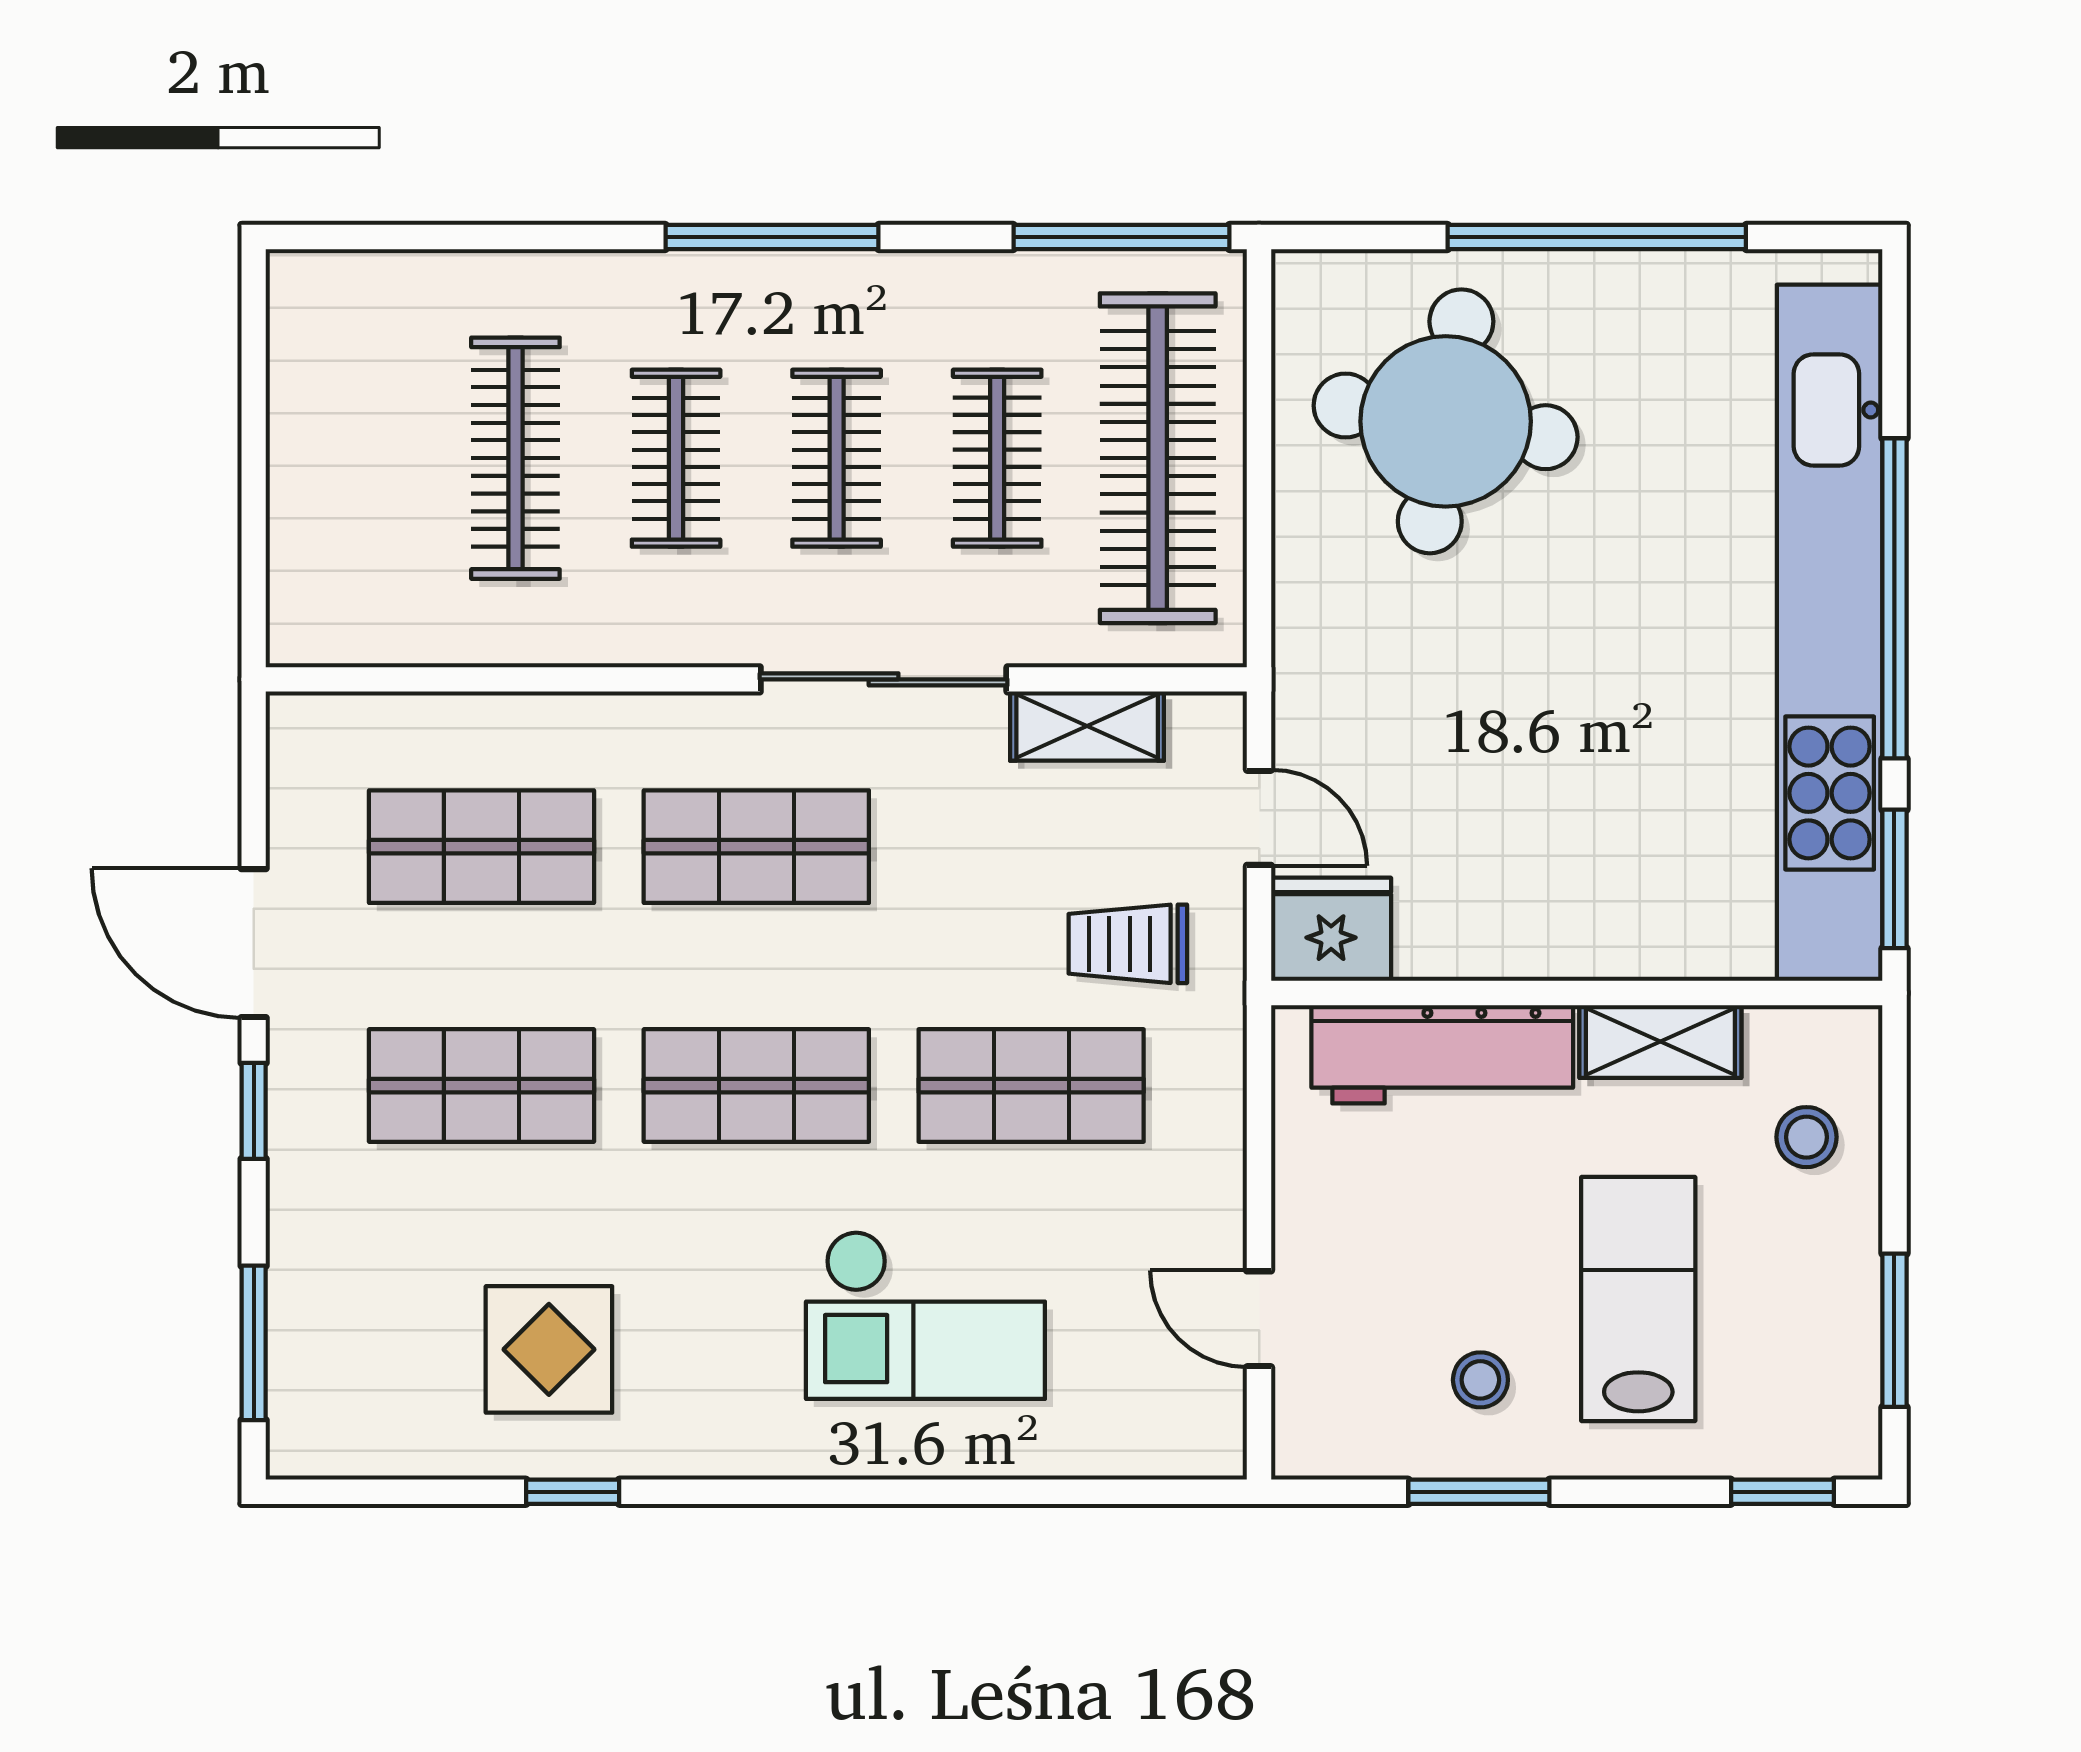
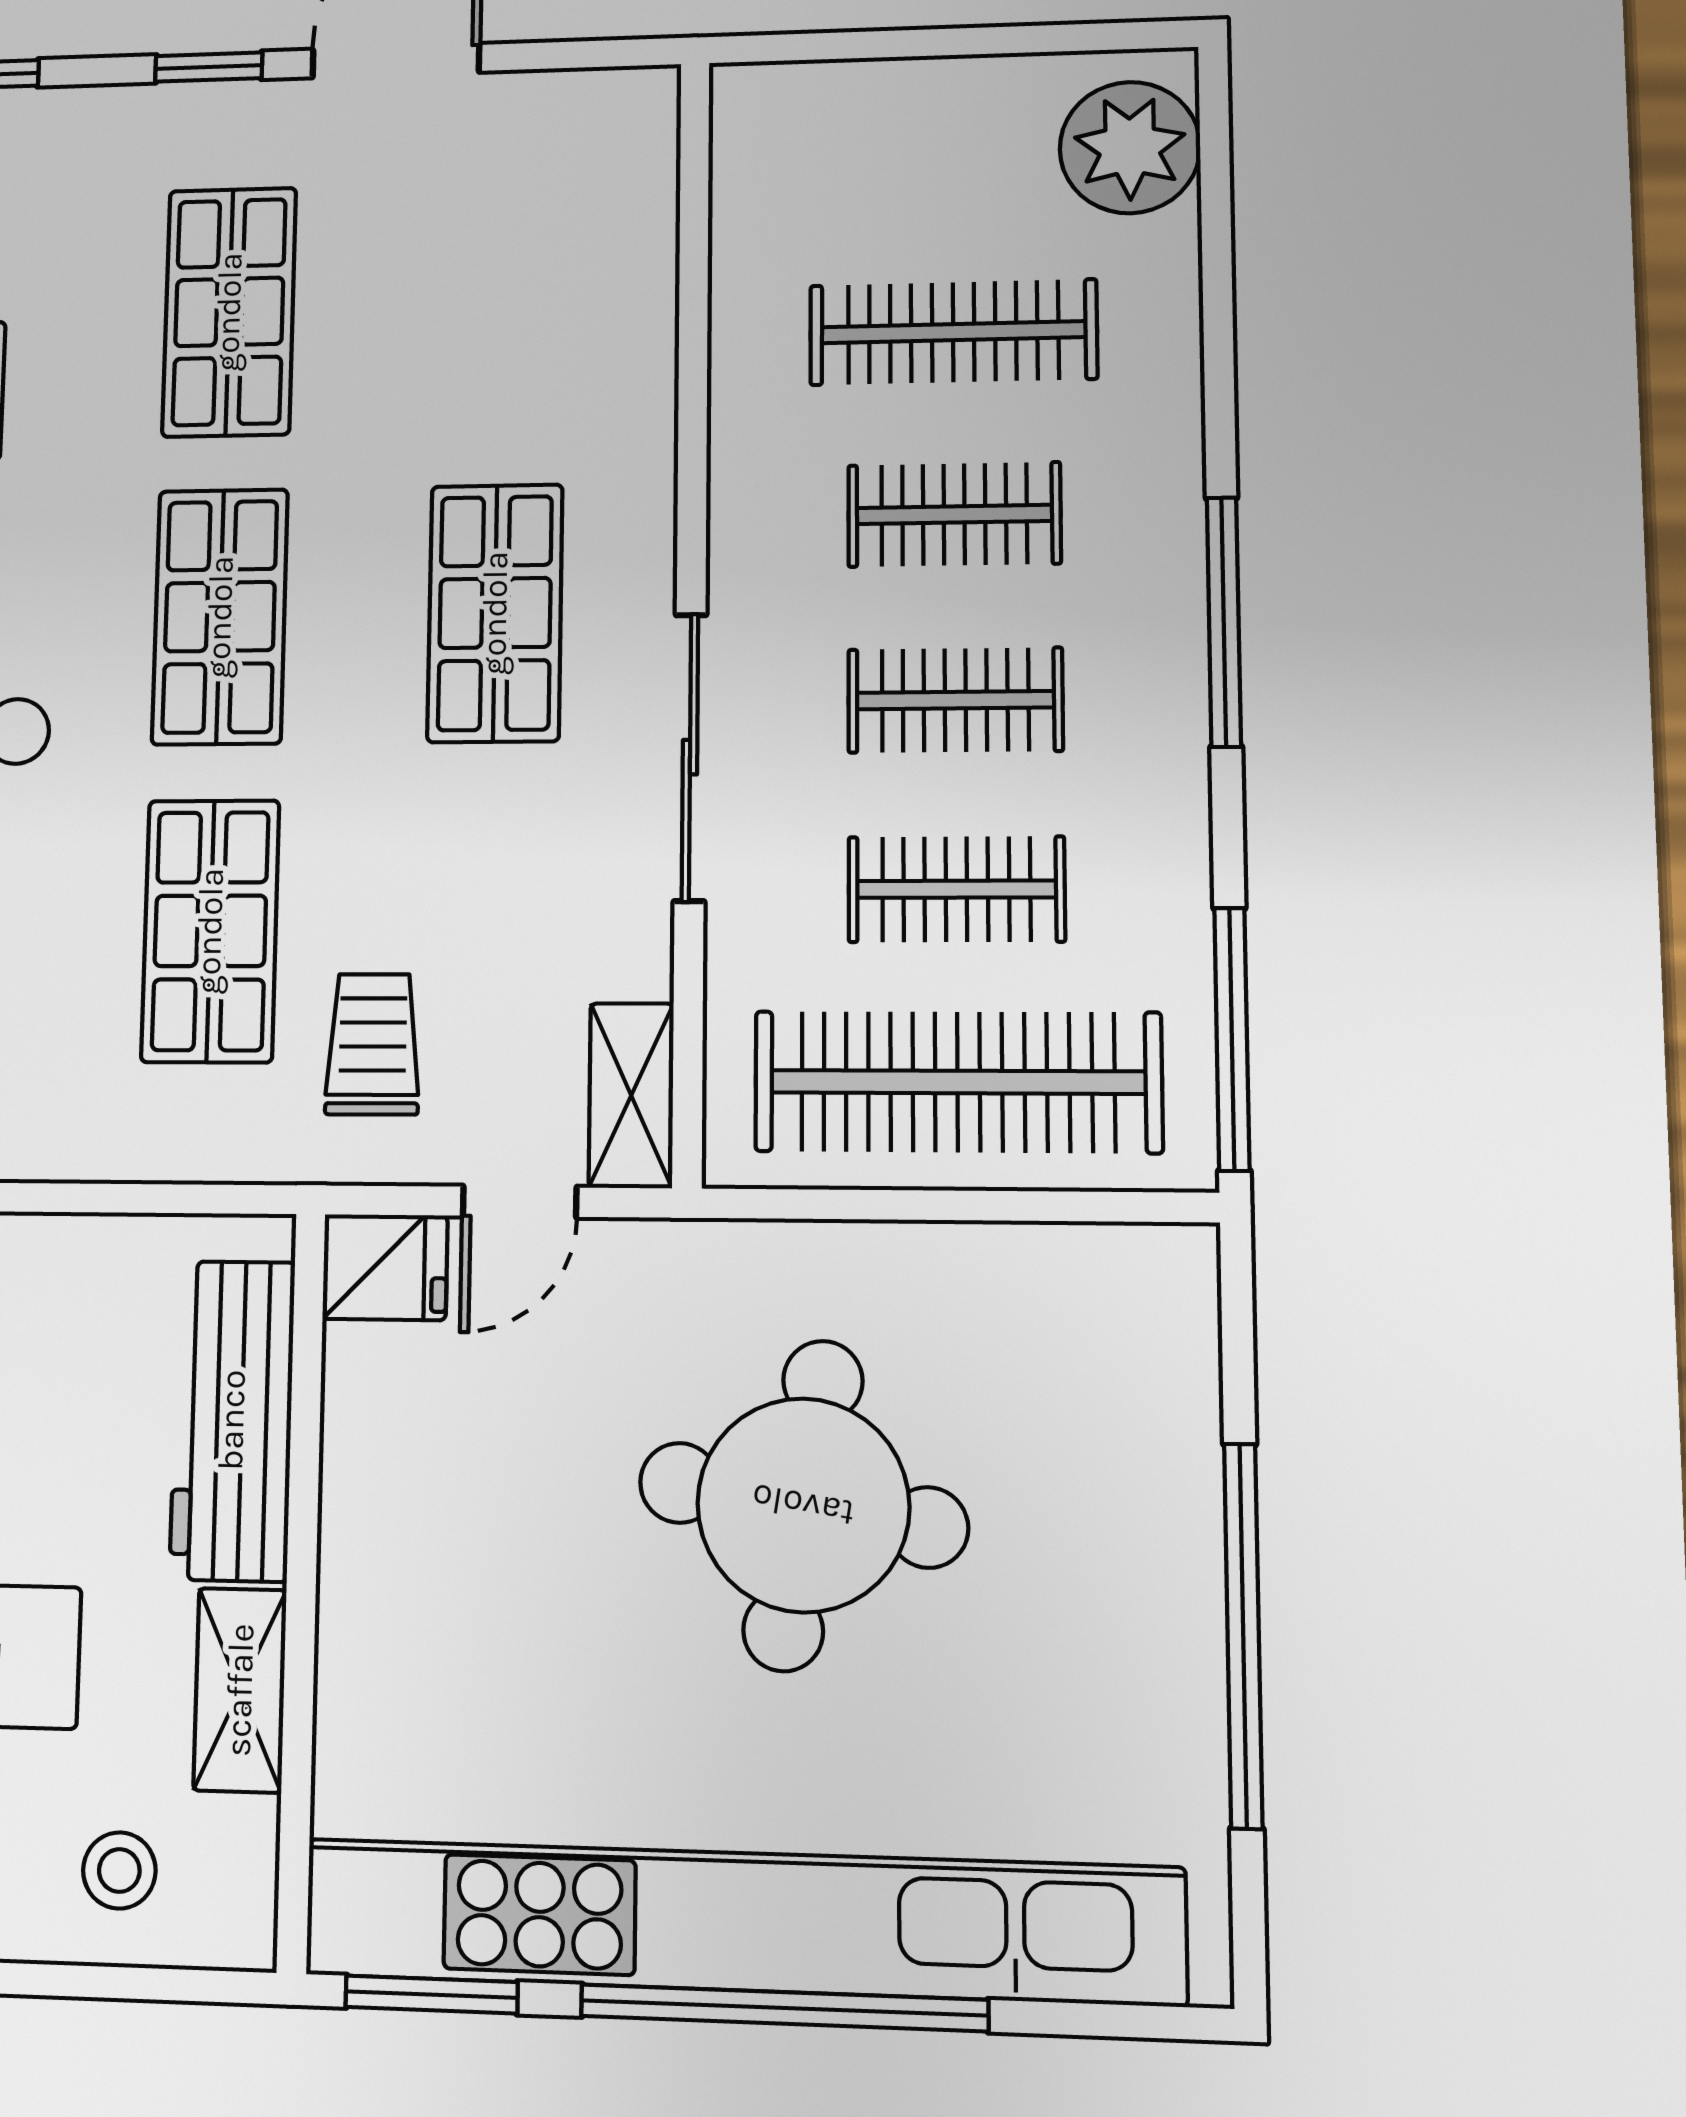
plant: (355, 308) -> (1130, 148), added
round table: (1446, 421) -> (803, 1505), moved
shelving: (1087, 726) -> (631, 1095), moved
shop shelf: (482, 847) -> (500, 305), removed
fridge: (1331, 929) -> (385, 1267), width x0.72

